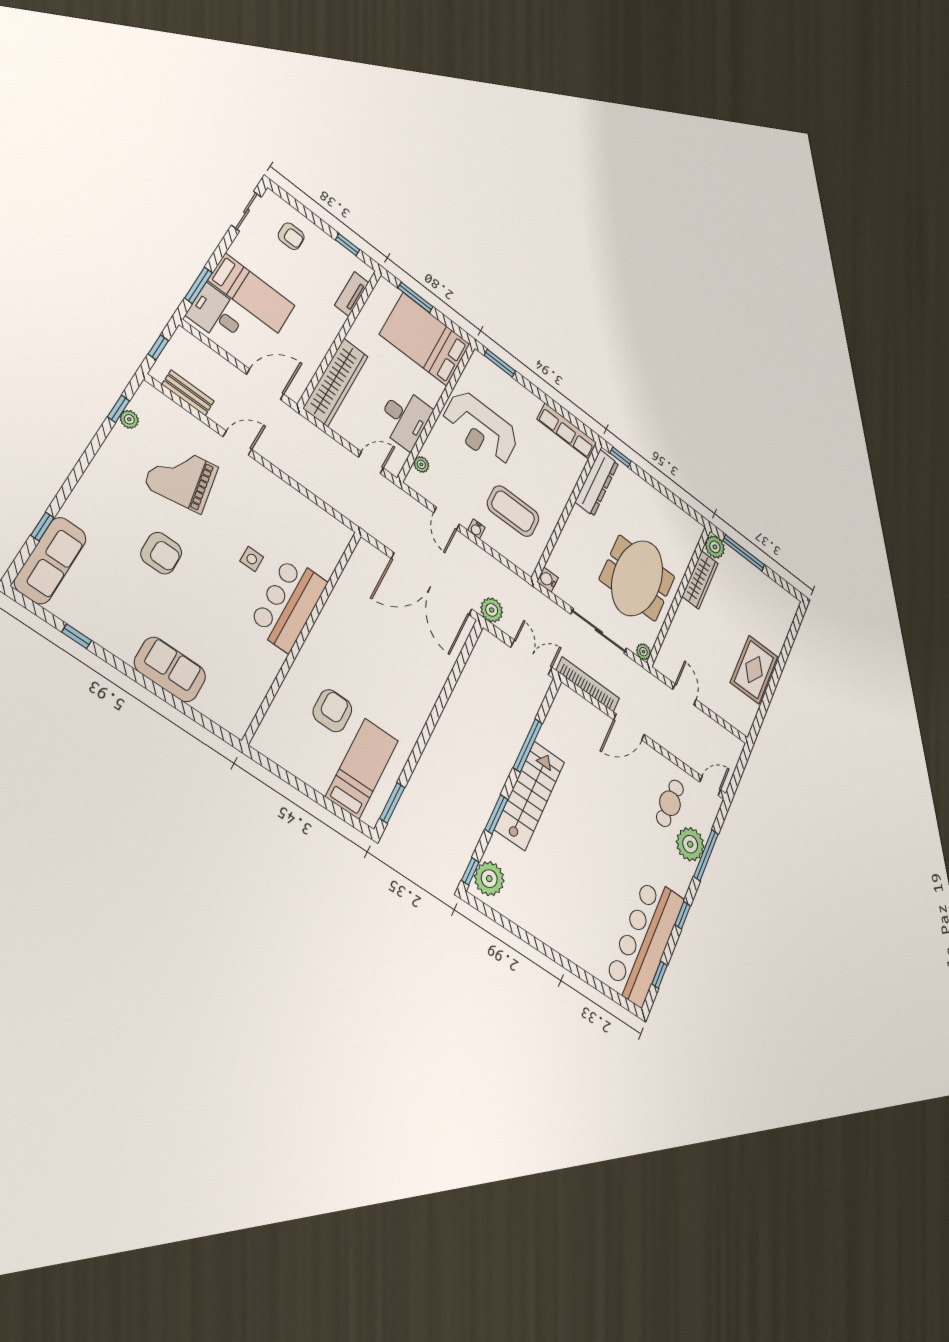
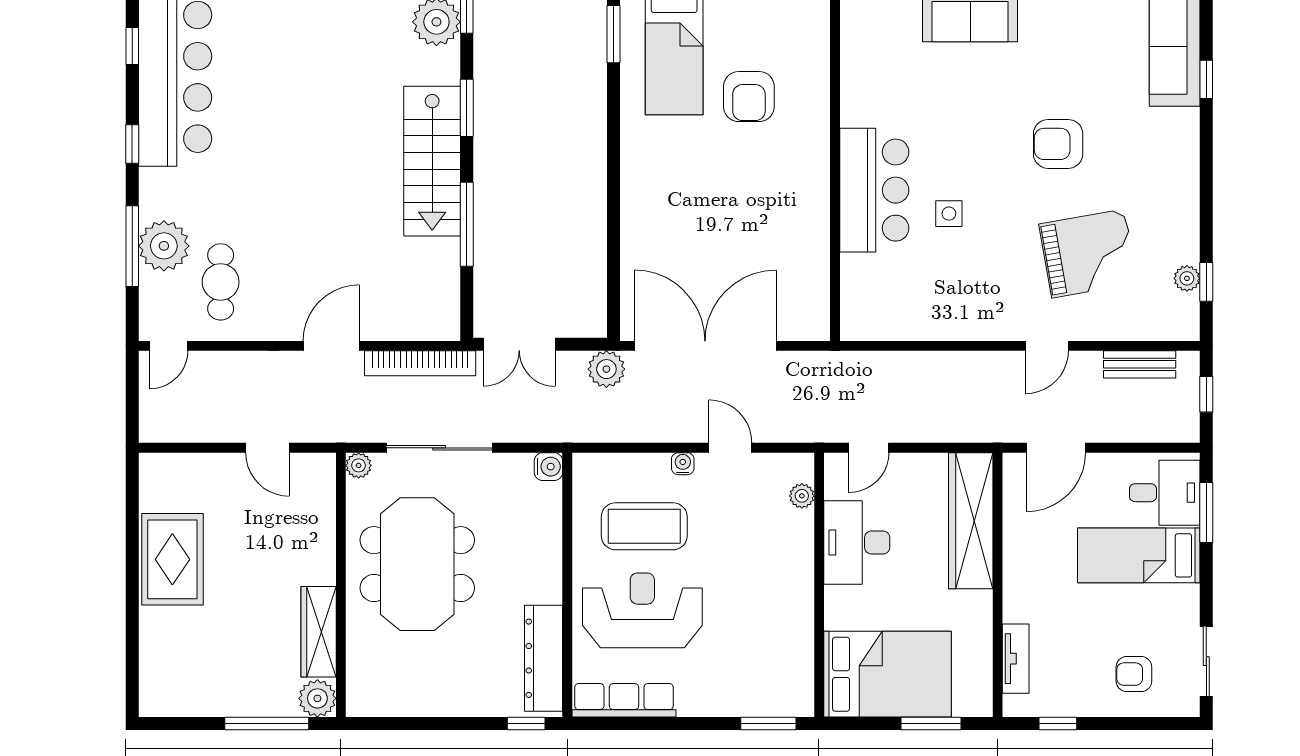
reception desk: (481, 428) -> (642, 610), moved

